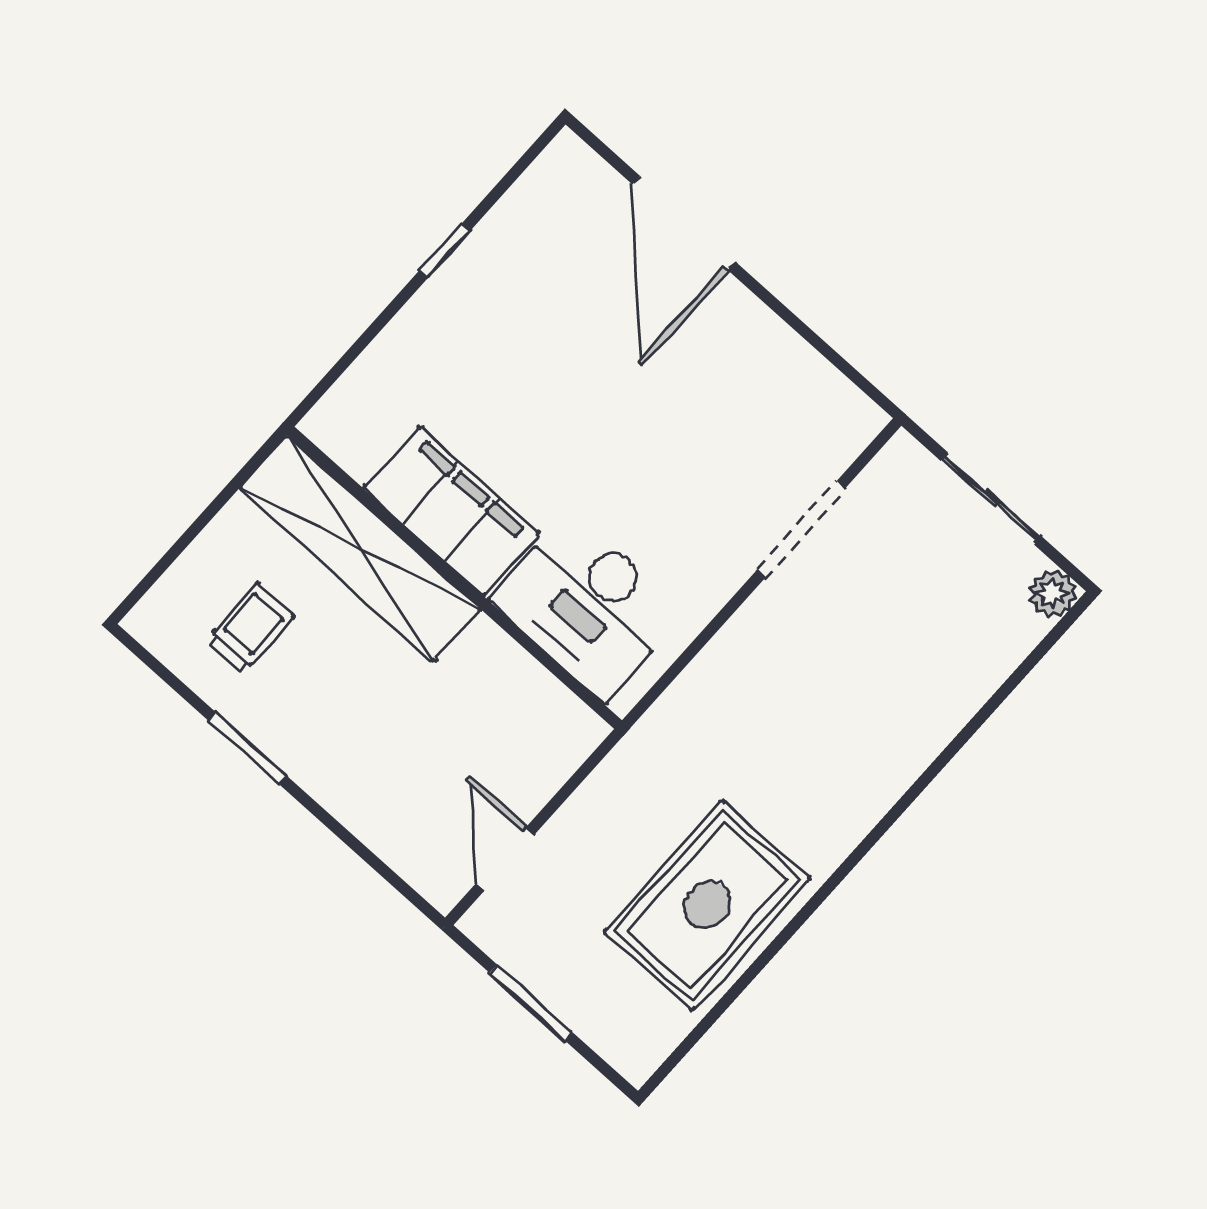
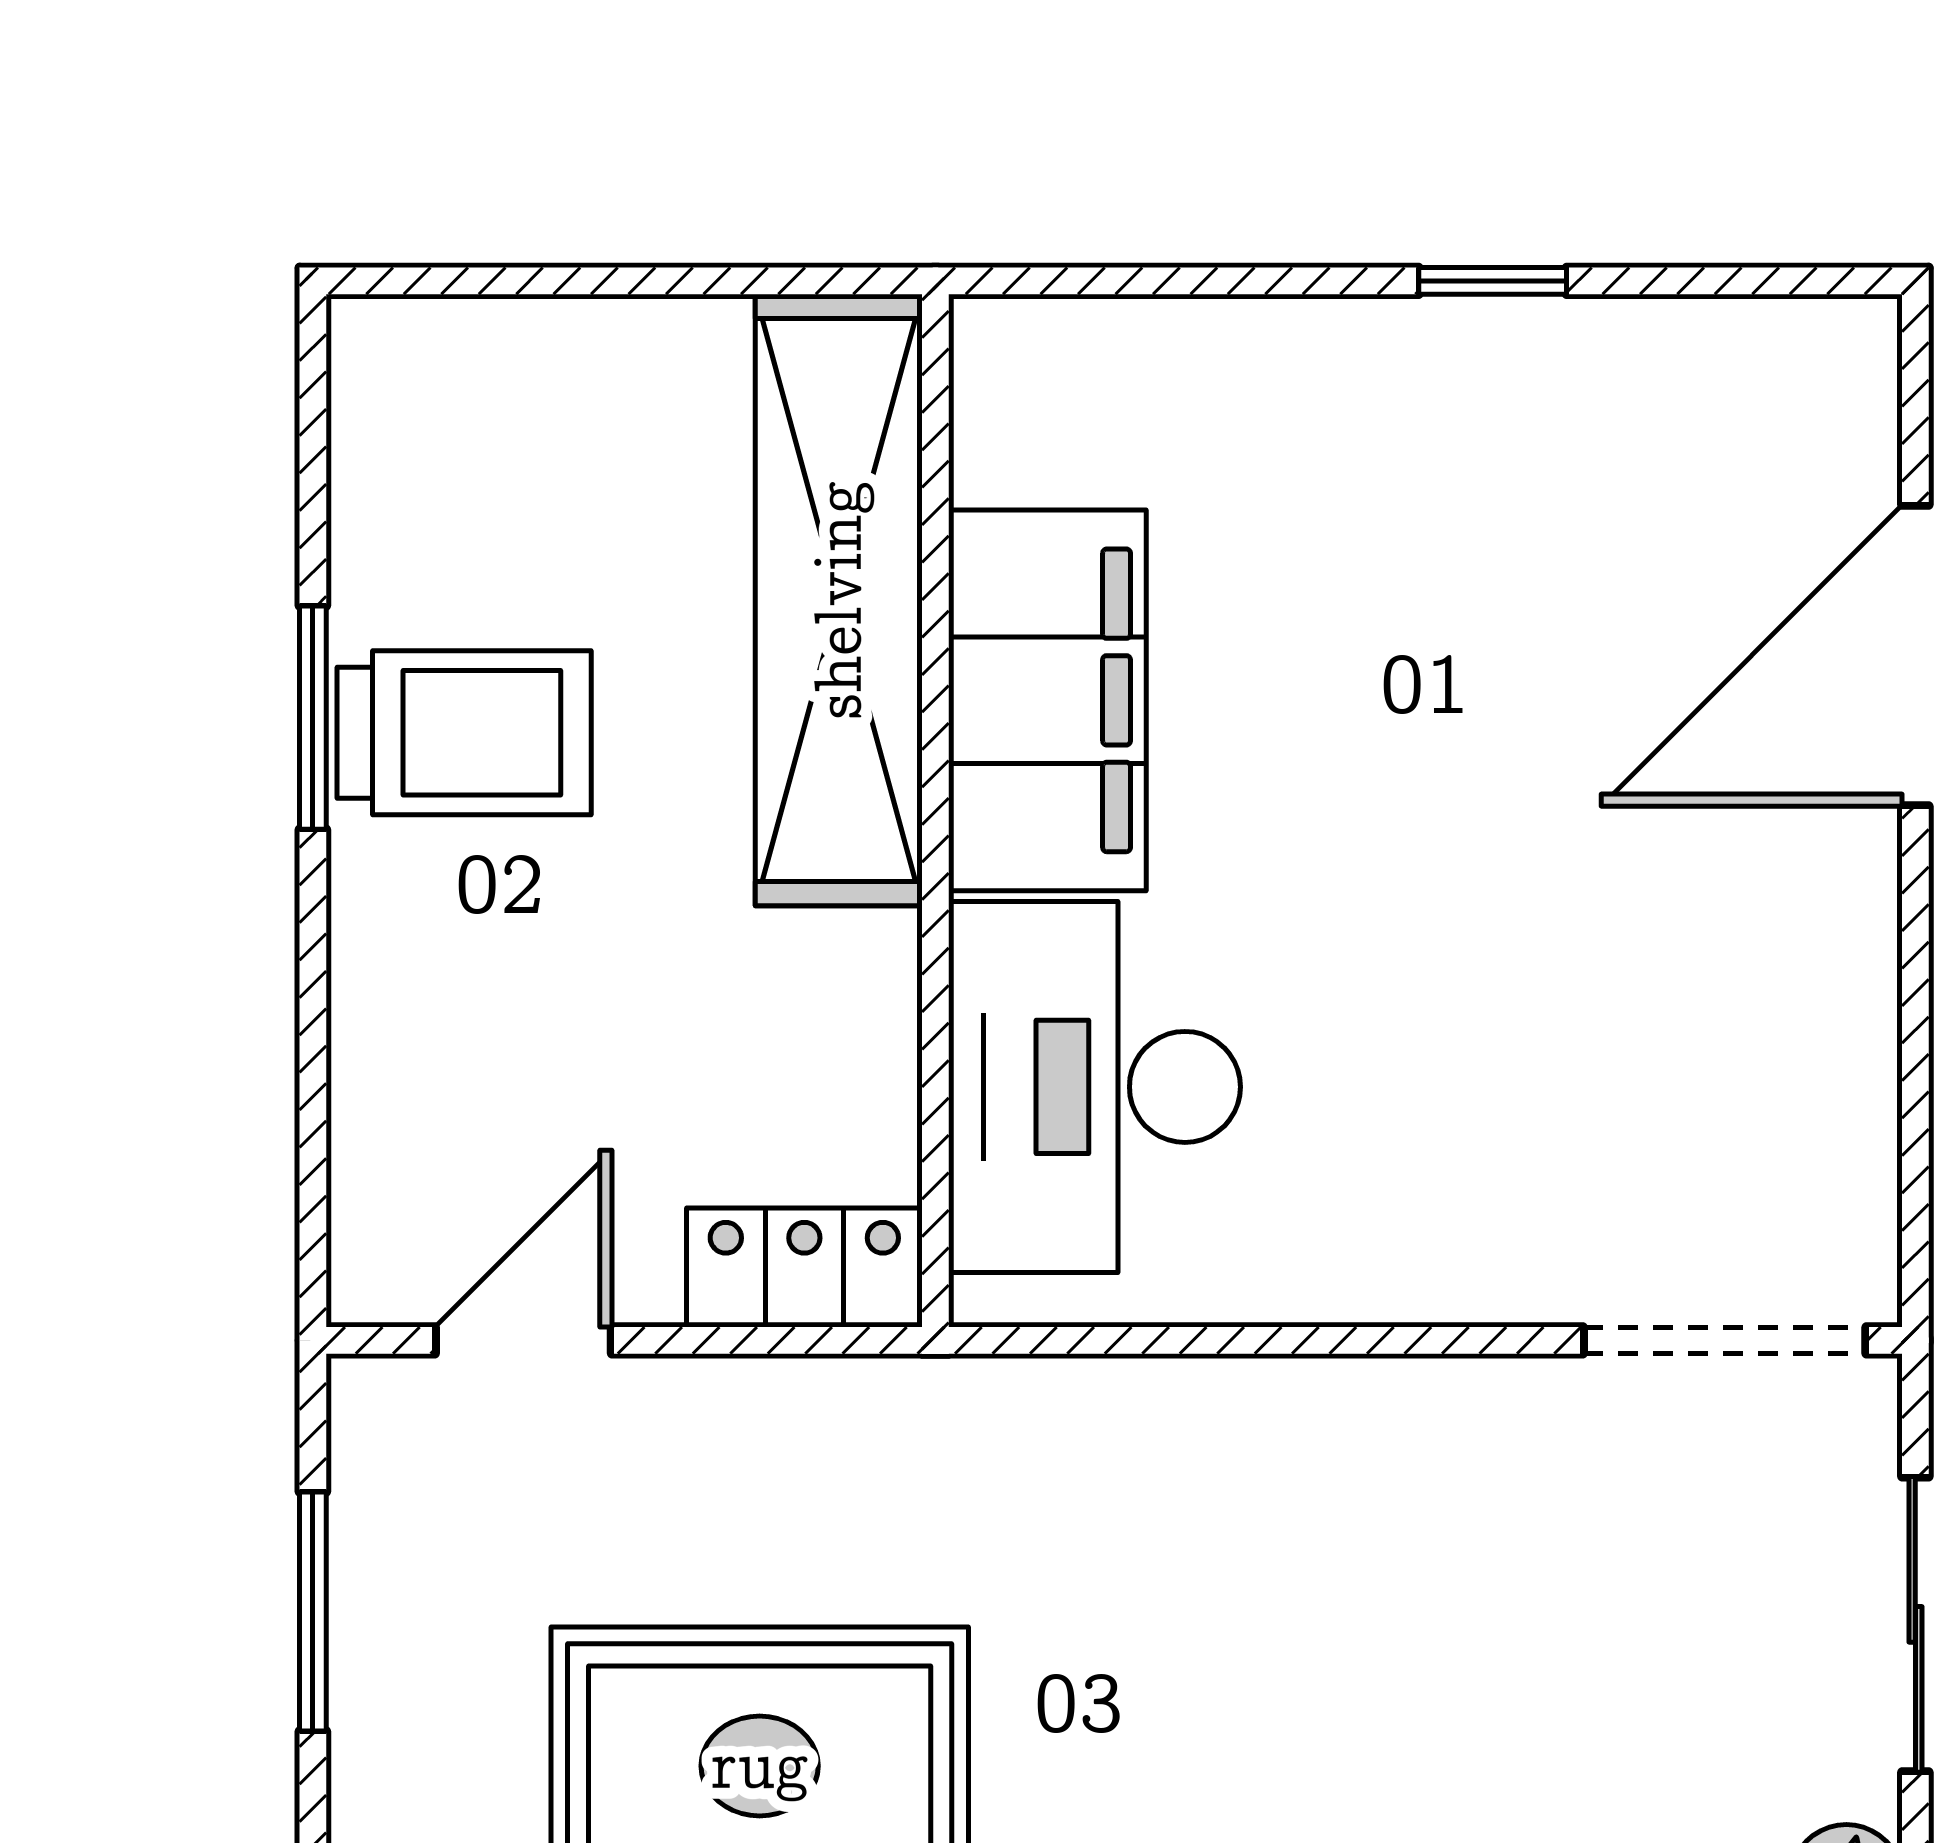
doorway: (801, 530) -> (1725, 1340), moved
trolley: (250, 628) -> (464, 733), moved, width x1.36, depth x1.39
locker: (562, 749) -> (804, 1268), added

